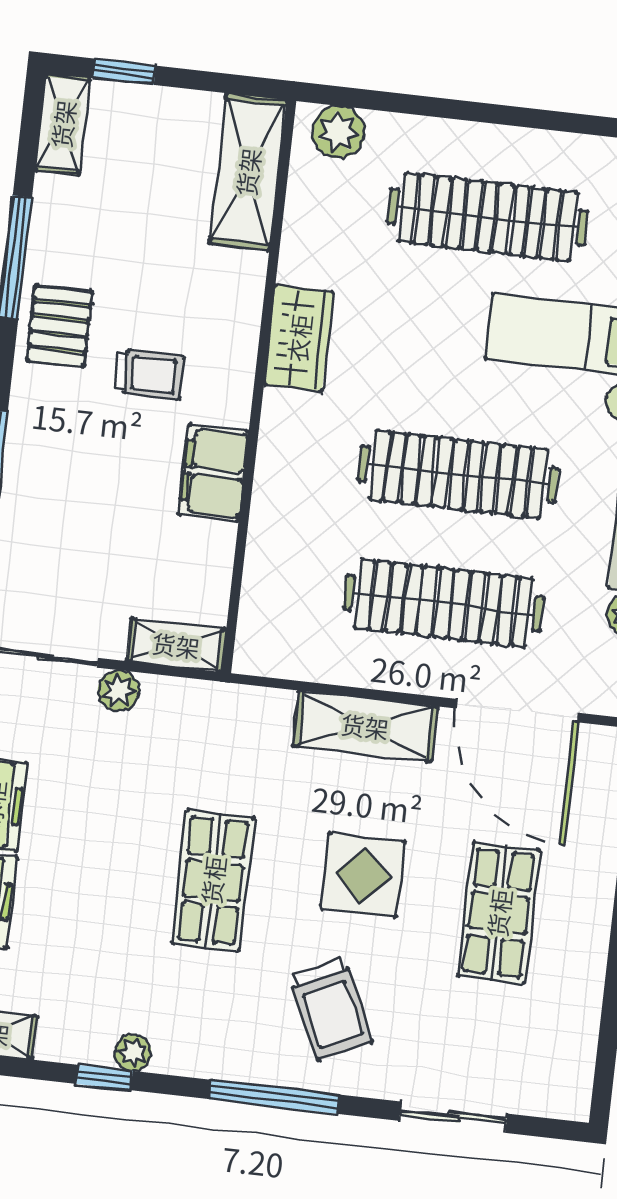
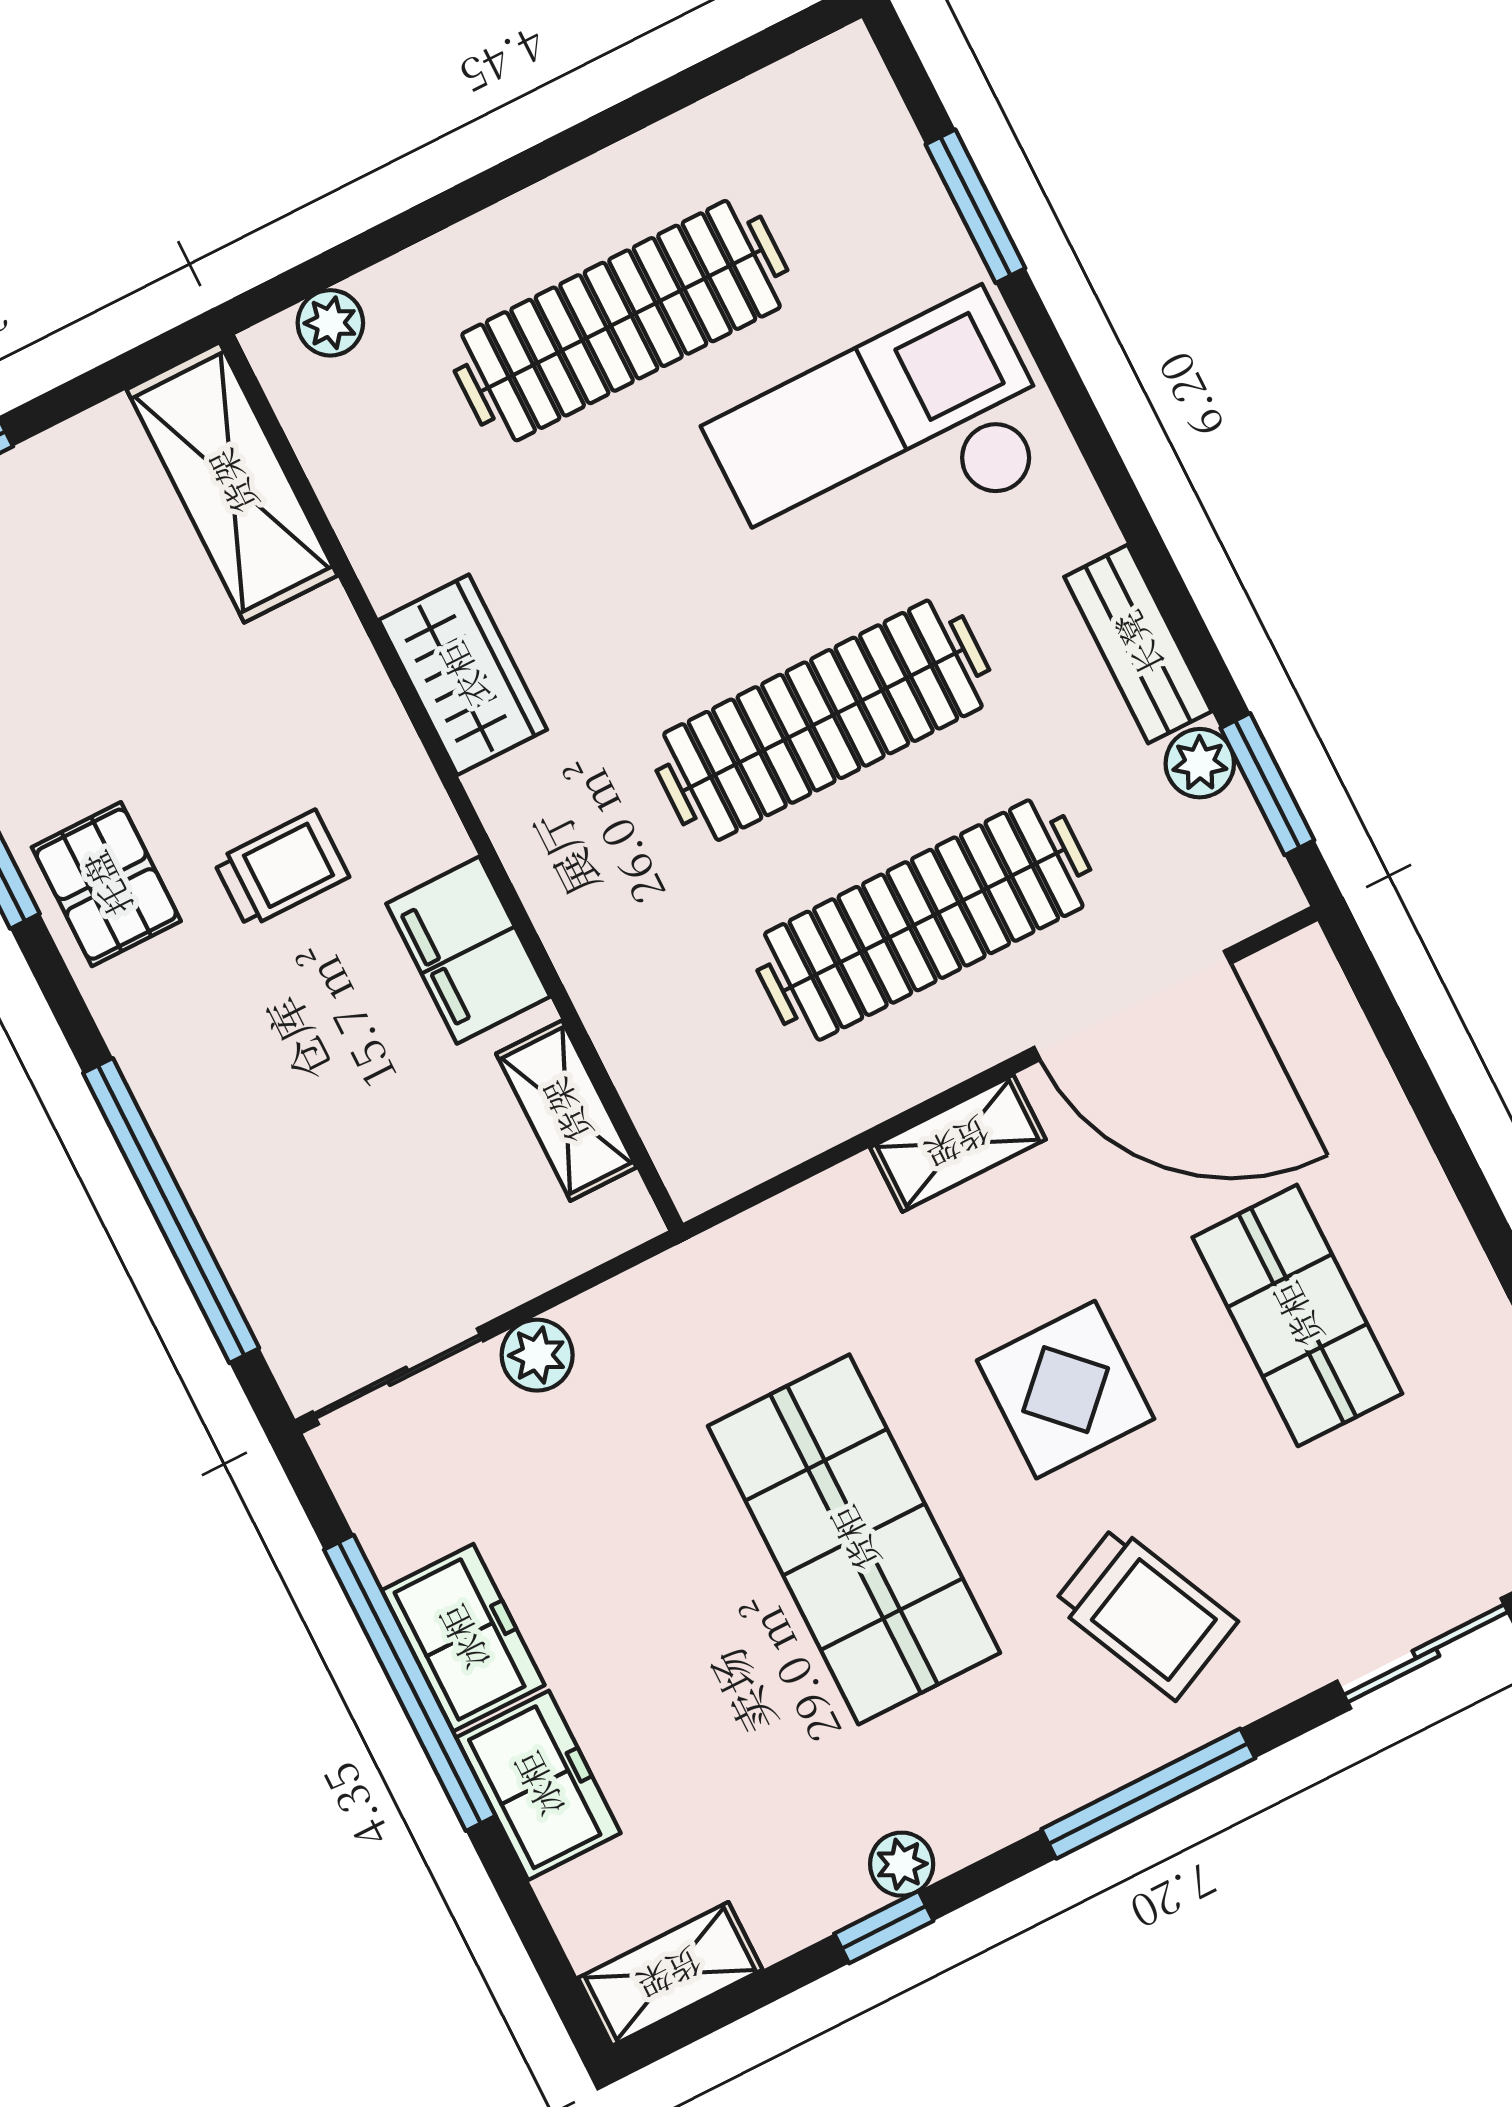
plant: (338, 132) -> (330, 323), width x0.73, depth x0.73
shelving: (176, 645) -> (566, 1111), moved, turned 90
shelving: (365, 726) -> (958, 1143), width x0.67, depth x0.75
shop shelf: (213, 880) -> (854, 1539), width x1.43, depth x1.36

